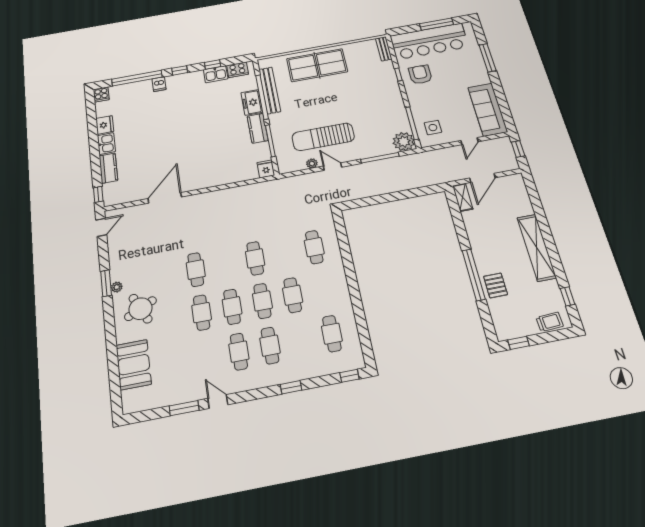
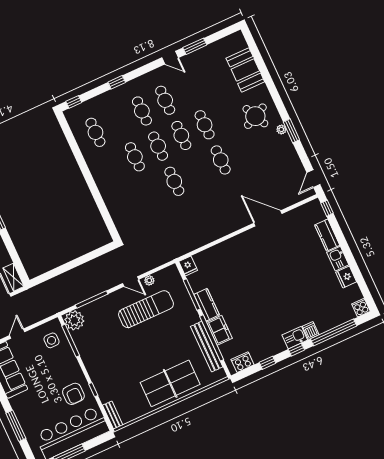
kitchen sink: (216, 74) -> (295, 338), moved
door: (165, 198) -> (268, 218), swing flipped
cafe table: (314, 247) -> (128, 203), removed

